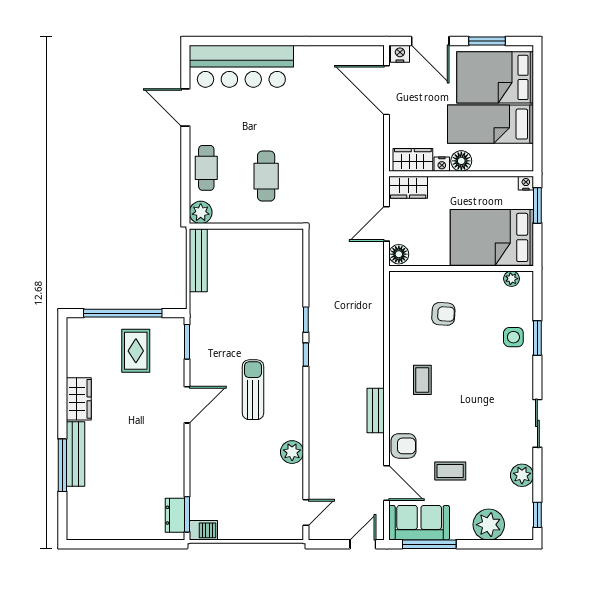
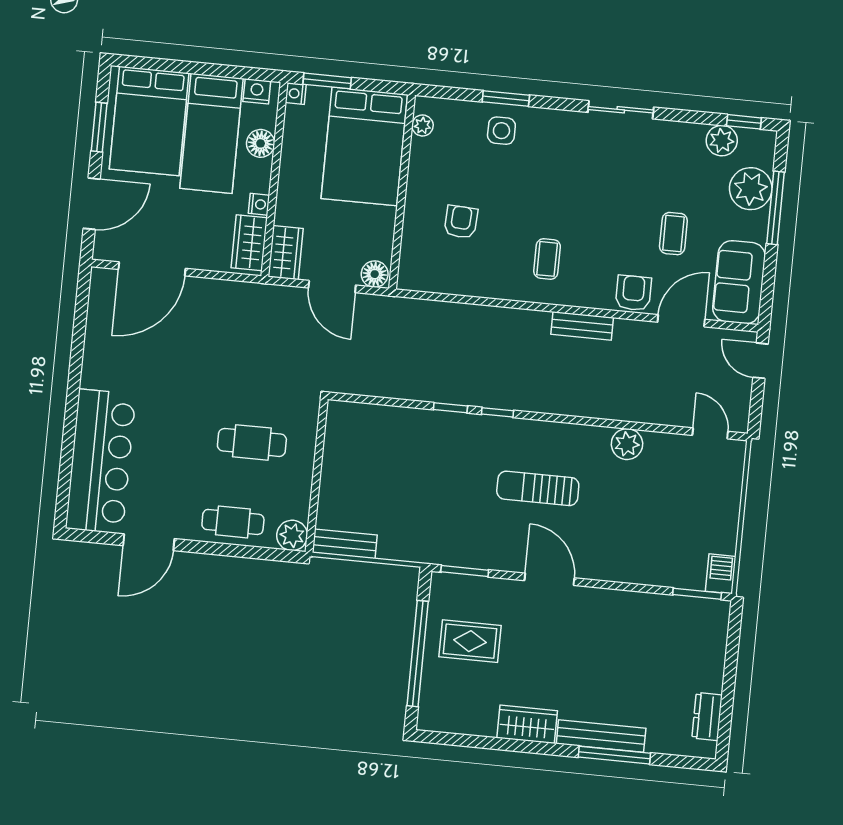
nightstand: (400, 54) -> (257, 91), moved, turned 90
floor lamp: (461, 161) -> (261, 143), moved
bench: (198, 260) -> (345, 544), width x0.73
coffee table: (422, 380) -> (547, 259), turned 90
plant: (522, 475) -> (722, 141), moved
dresser: (175, 515) -> (707, 717), moved, turned 90
window: (429, 544) -> (776, 208), moved

